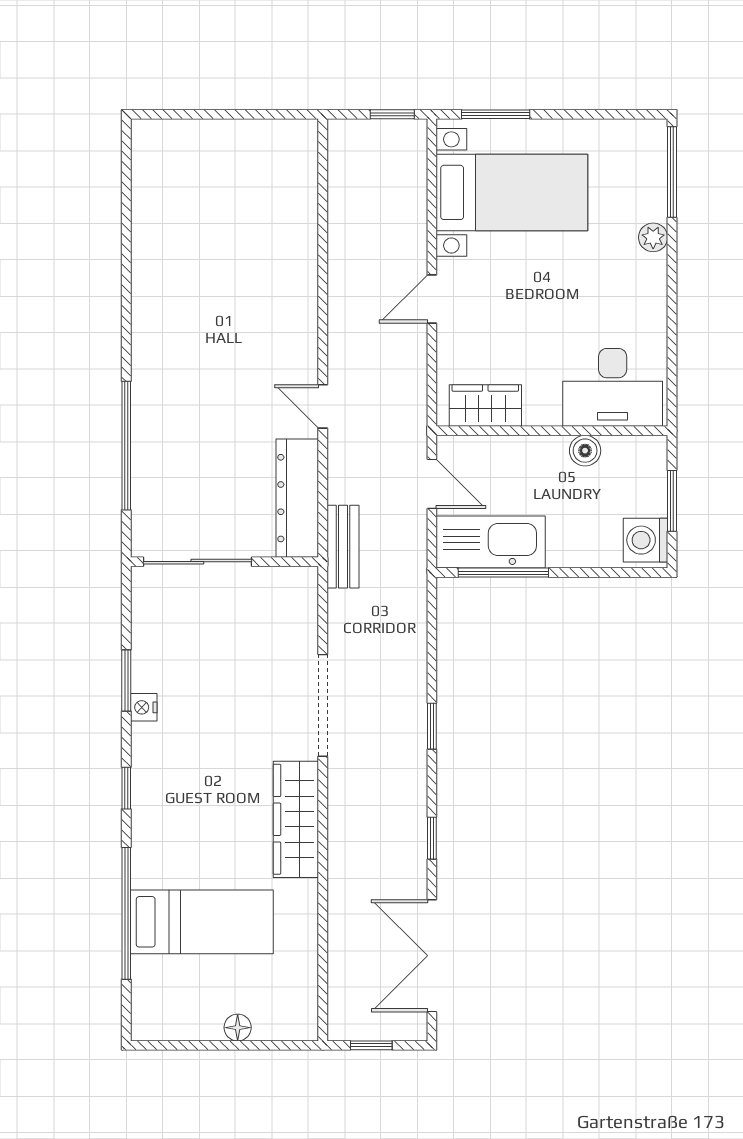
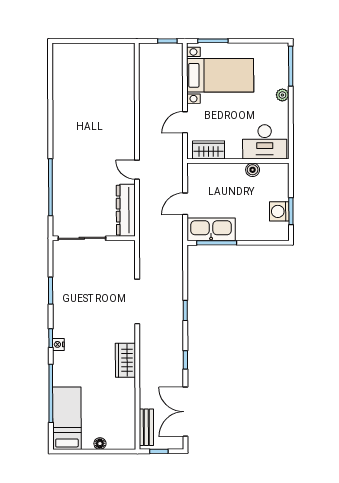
desk: (613, 387) -> (265, 142), moved
wardrobe: (485, 405) -> (209, 150), moved
wall: (552, 431) -> (238, 161), moved
boiler: (585, 451) -> (253, 170), moved
door: (432, 484) -> (185, 204), swing flipped
washing machine: (646, 540) -> (279, 211), moved
bench: (343, 547) -> (146, 427), moved
nightstand: (144, 707) -> (58, 344), moved
wardrobe: (296, 819) -> (125, 360), width x0.67
bed: (202, 922) -> (67, 418), moved, turned -90

